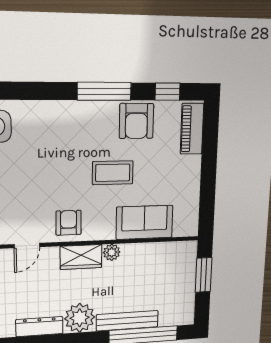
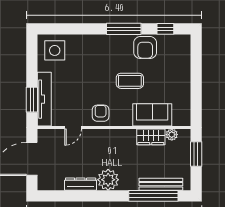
piano: (192, 129) -> (183, 53), removed
plant: (112, 252) -> (172, 135), moved
wardrobe: (81, 257) -> (151, 137), moved
bench: (127, 321) -> (161, 184), moved

